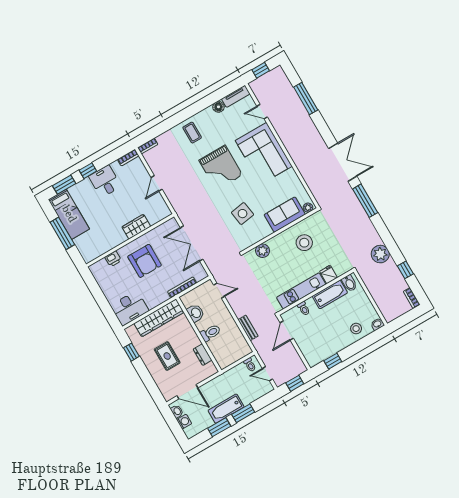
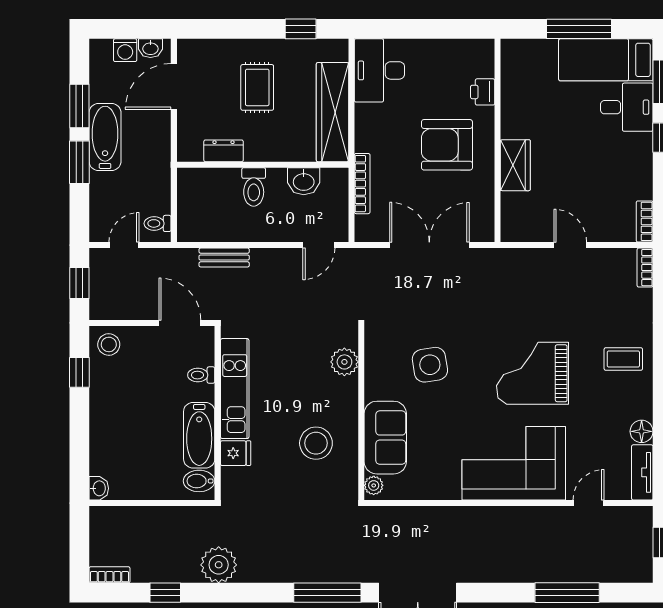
desk: (105, 181) -> (627, 107), moved
stool: (356, 329) -> (109, 344), moved
rug: (167, 356) -> (257, 87), turned 90

